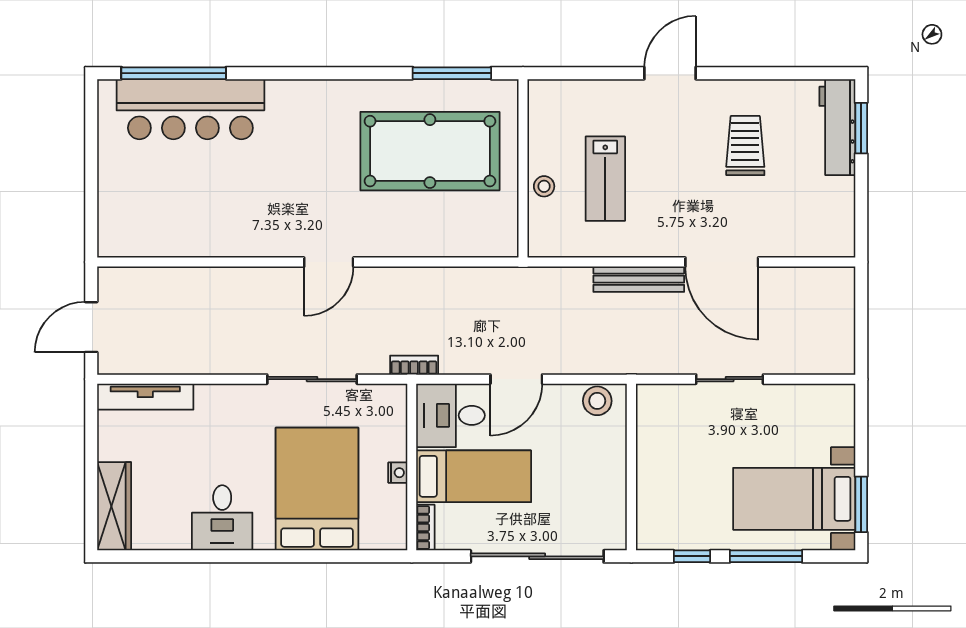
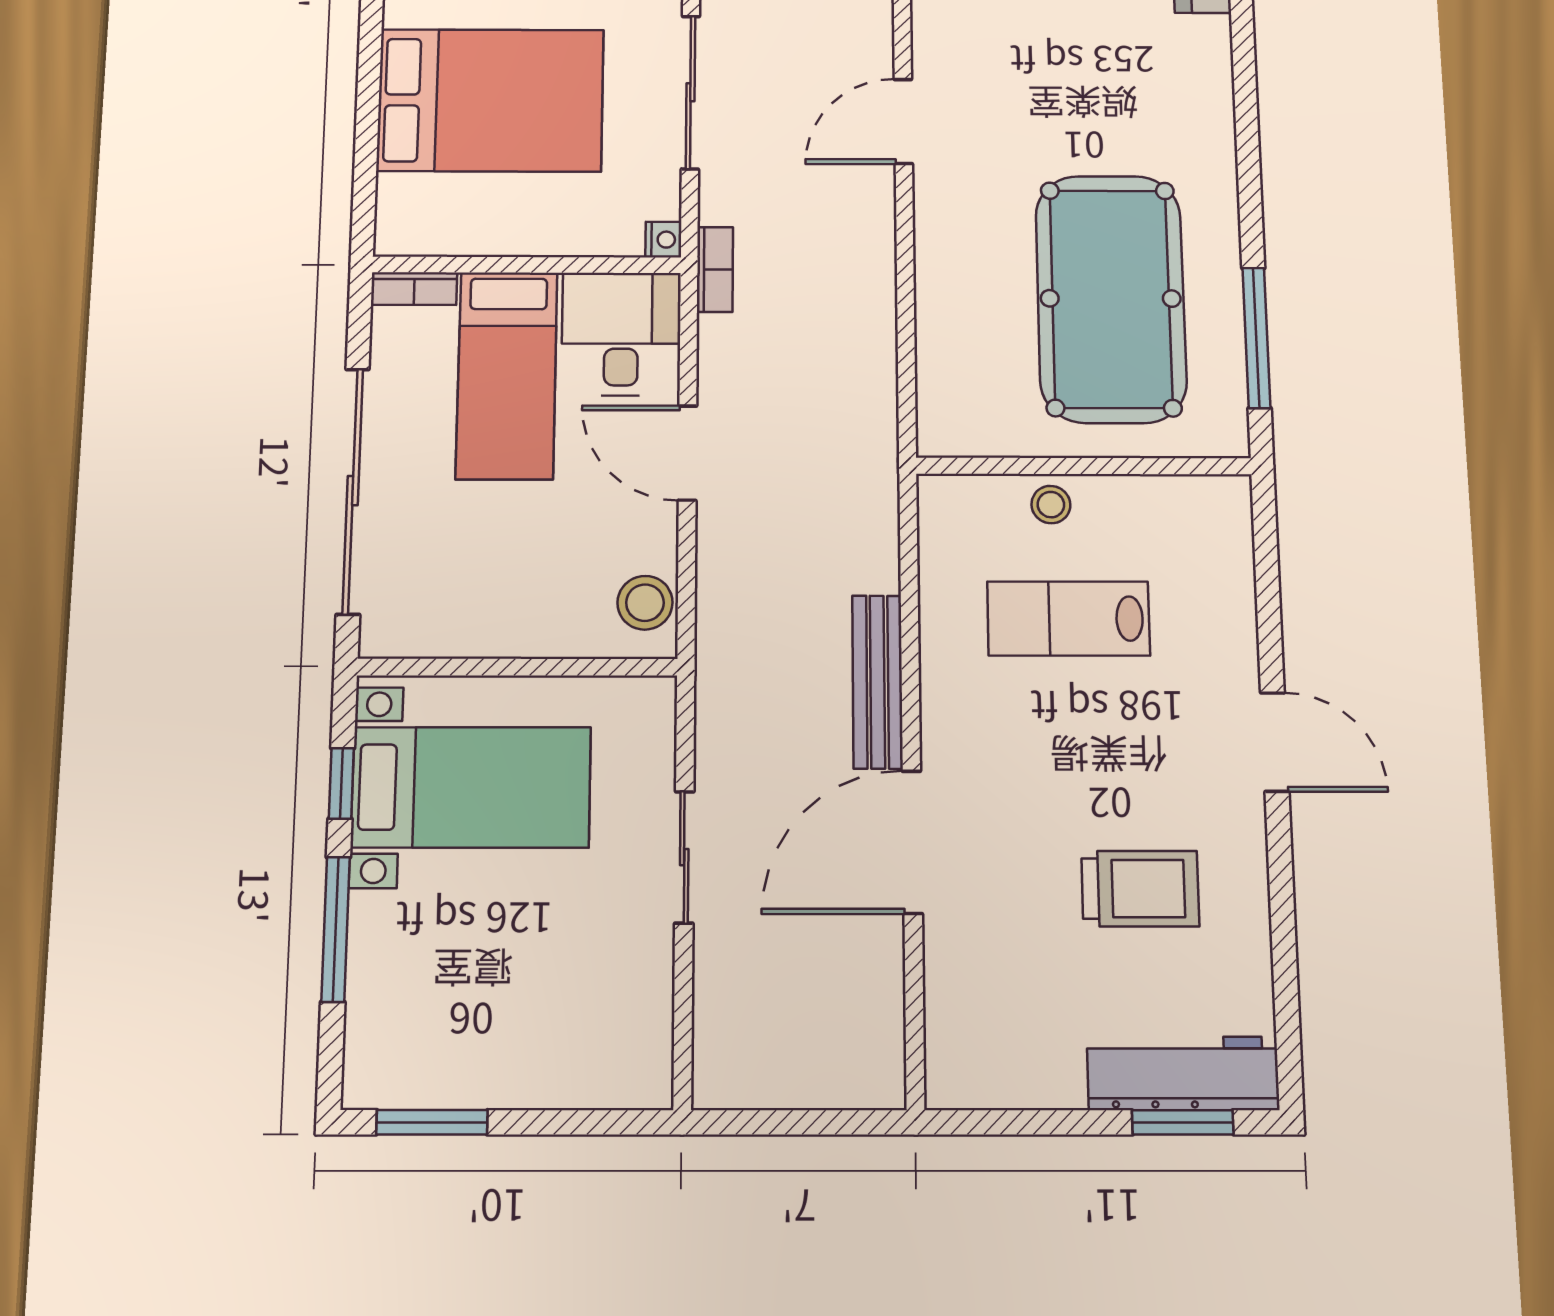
door: (329, 262) -> (903, 121), hinge flipped
nightstand: (398, 473) -> (663, 240), moved, turned -90
bed with nightstands: (794, 499) -> (471, 787), moved, turned 90

